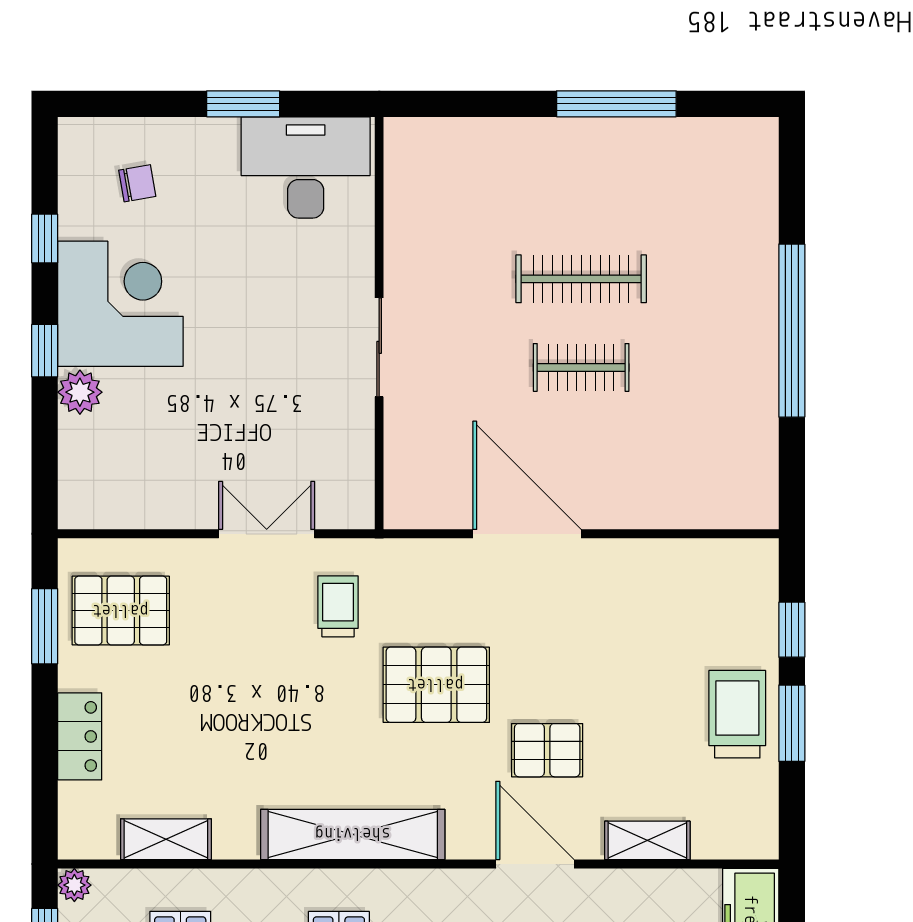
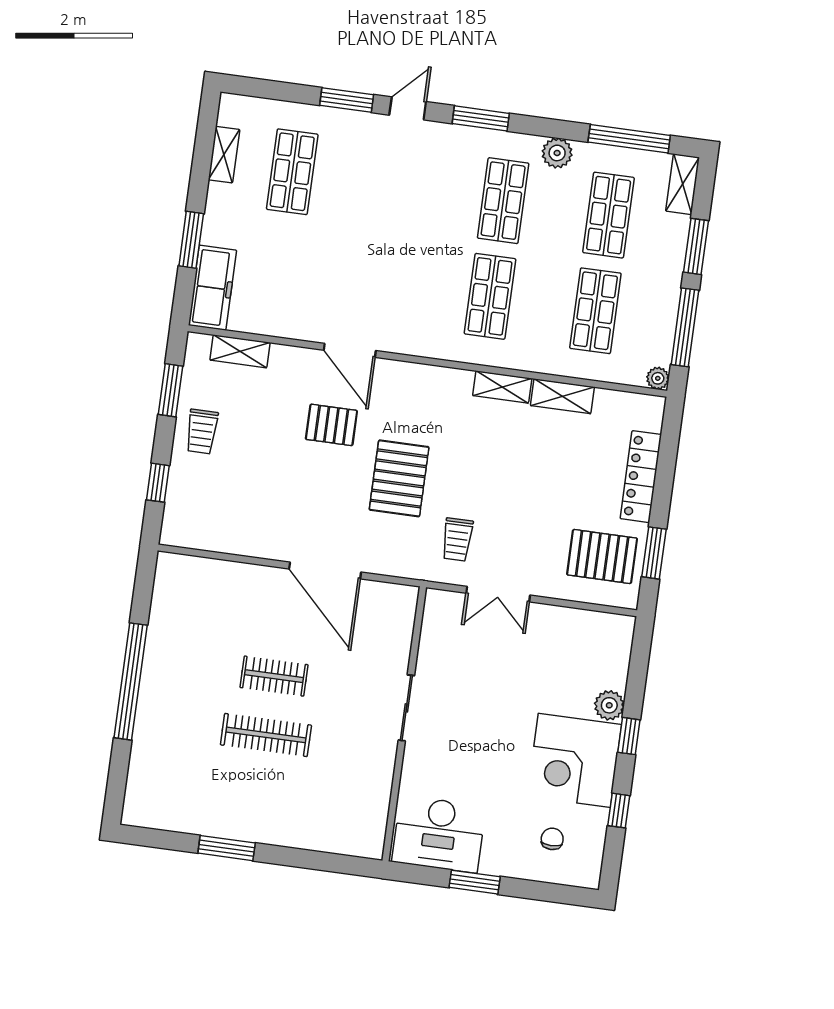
window: (616, 104) -> (227, 848), width x0.69
chair: (137, 183) -> (552, 839), turned 100
pallet: (436, 685) -> (399, 478), turned 90
trolley: (737, 714) -> (202, 431), width x0.73, depth x0.72
window: (792, 723) -> (171, 390), moved
locker: (80, 736) -> (641, 477), width x1.53
shelving: (353, 834) -> (502, 387), width x0.45, depth x0.75
shelving: (166, 839) -> (562, 396), moved
shelving: (647, 840) -> (240, 351), moved

